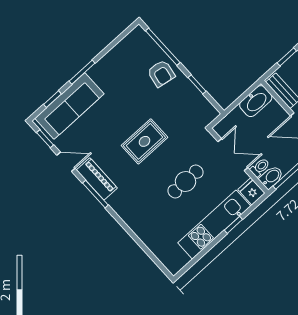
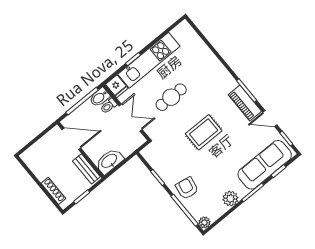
plant: (138, 33) -> (204, 222), added
plant: (109, 63) -> (230, 199), added
double door: (233, 155) -> (131, 118), swing flipped

